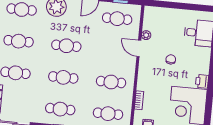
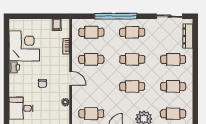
door: (139, 48) -> (71, 78), moved

